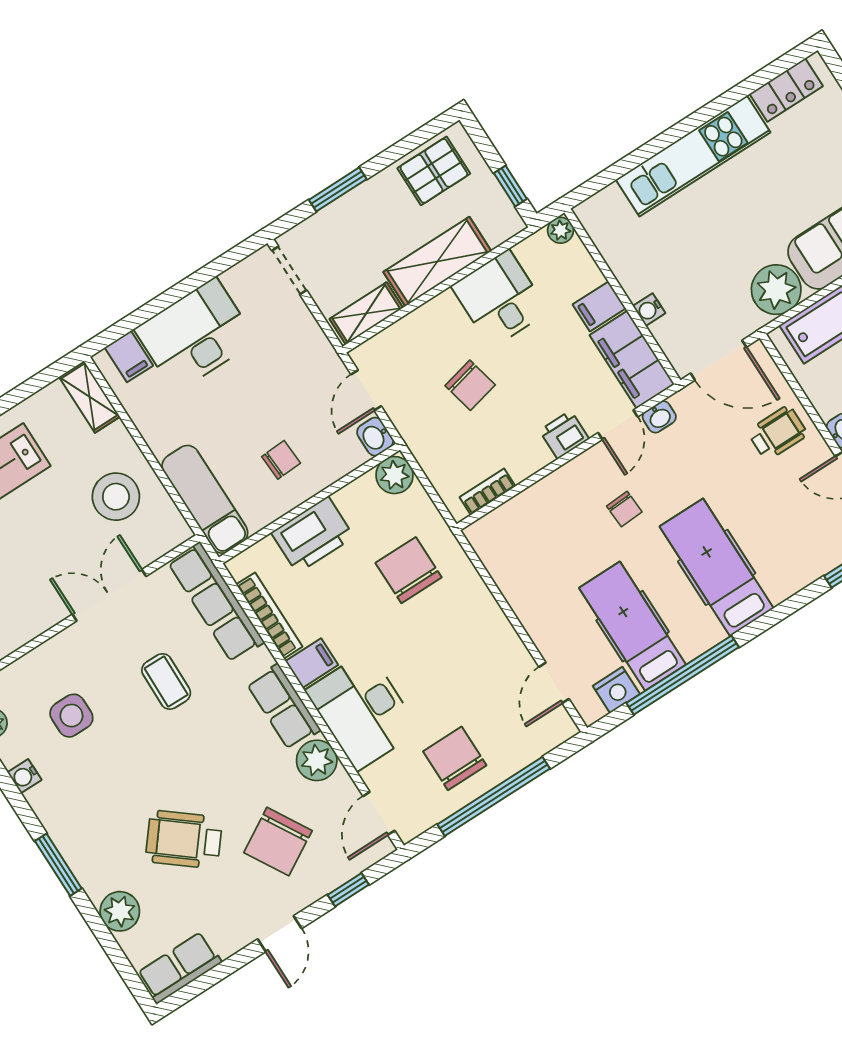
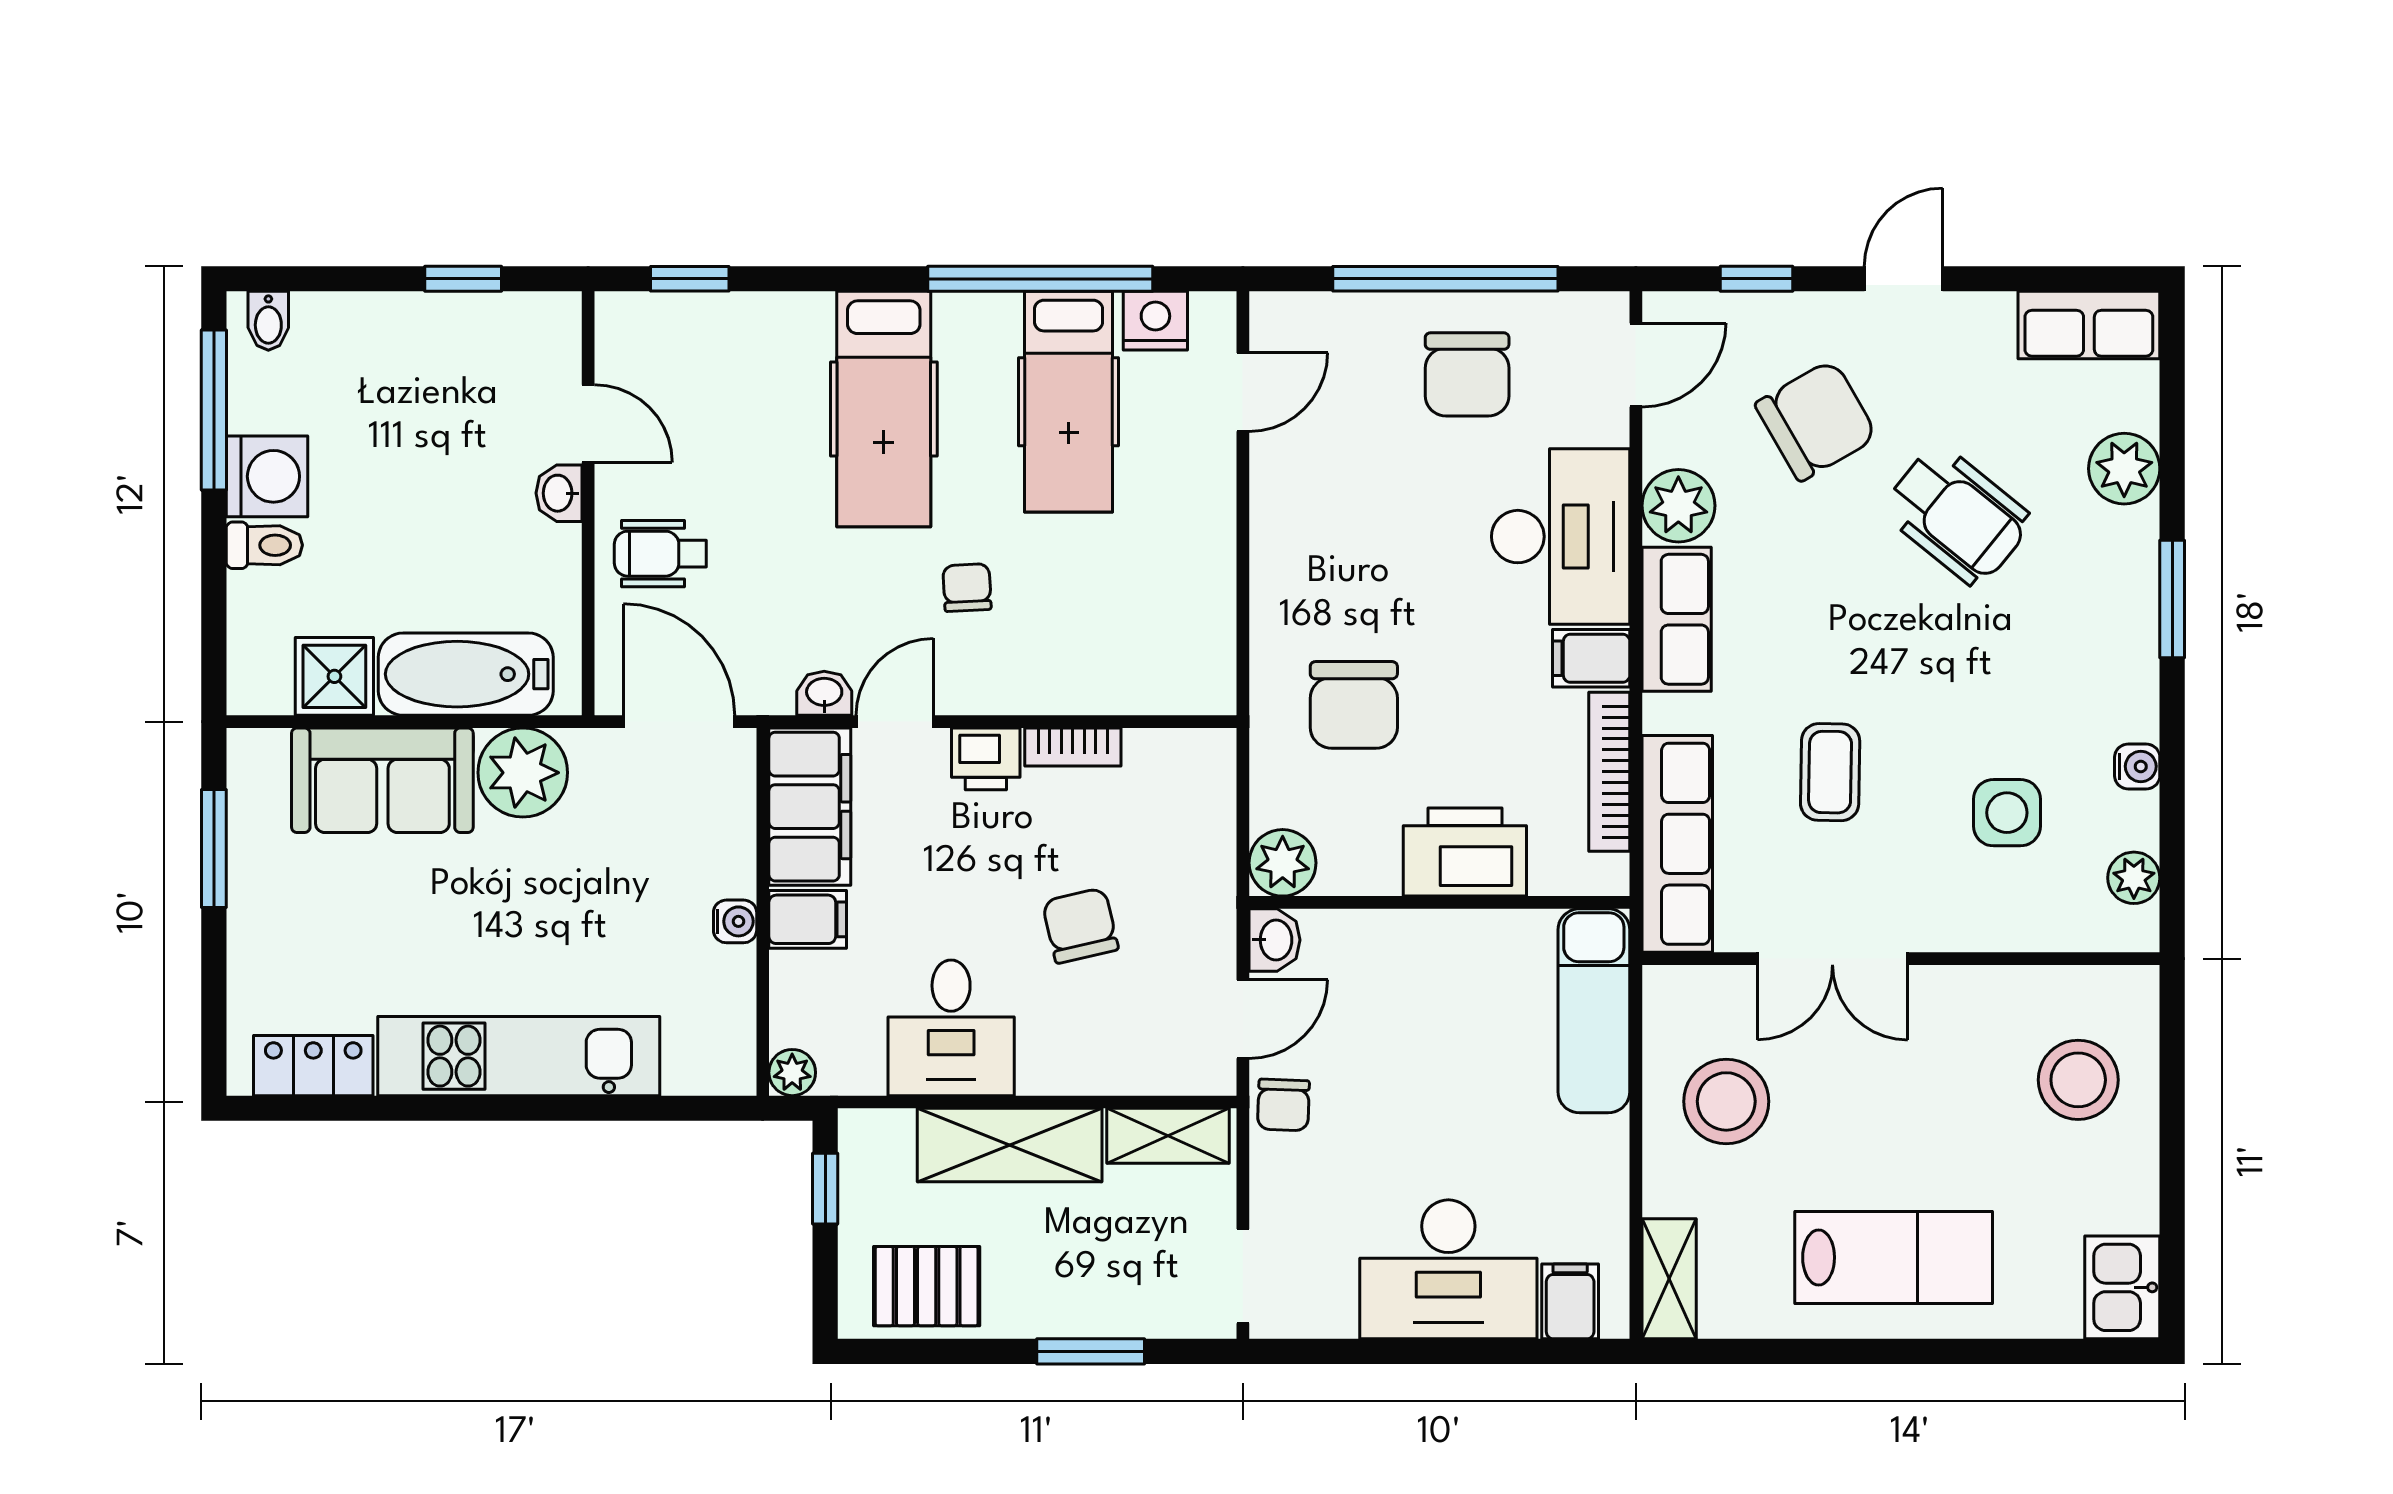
water cooler: (649, 310) -> (735, 921), moved
chair: (281, 460) -> (1283, 1105), moved, turned -85
bookcase: (488, 492) -> (1073, 747), moved

